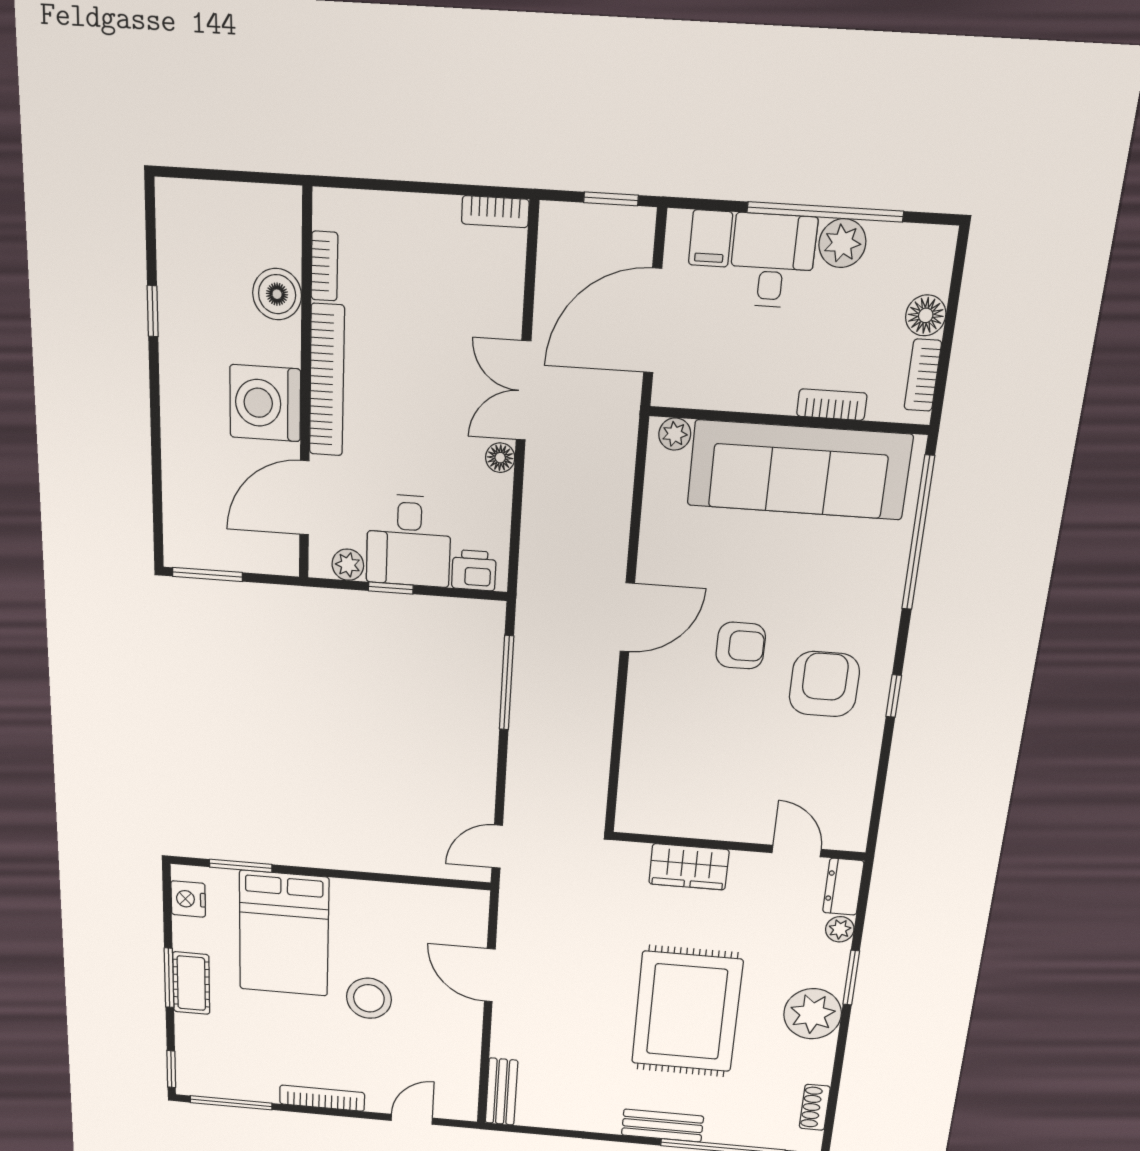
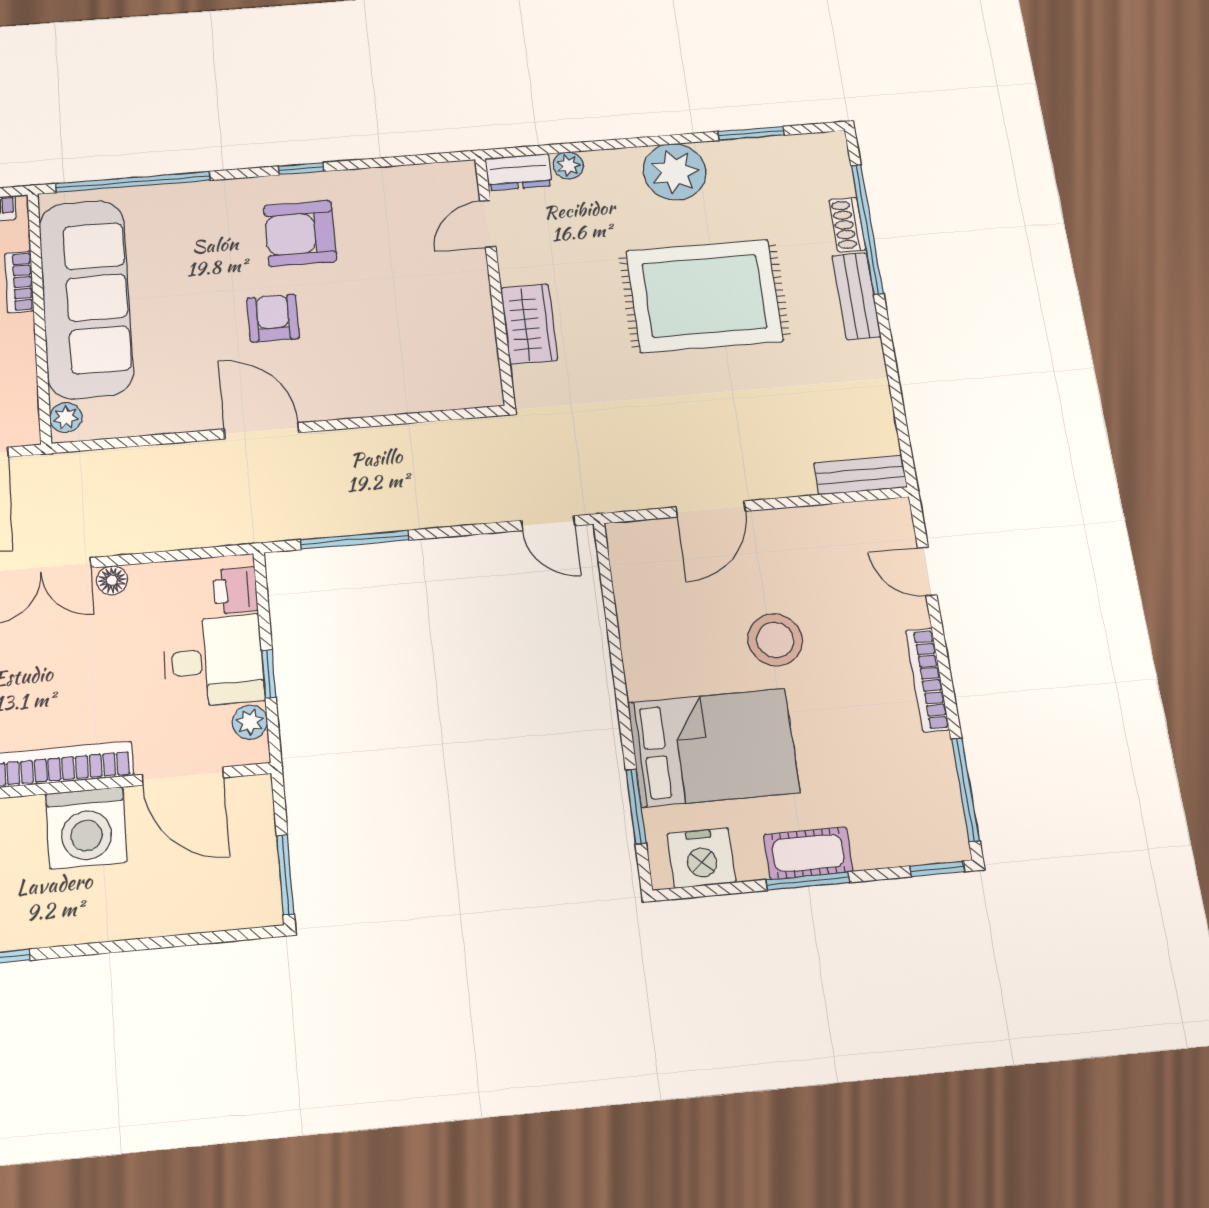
nightstand: (188, 899) -> (701, 858), width x1.36, depth x1.33
window: (851, 978) -> (751, 133), moved
shoe rack: (815, 1107) -> (847, 225), moved, turned 90

